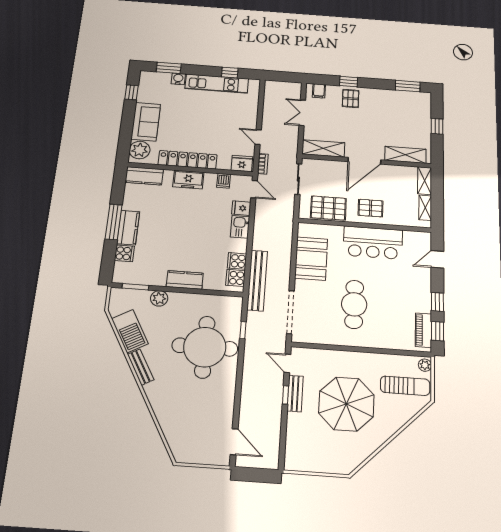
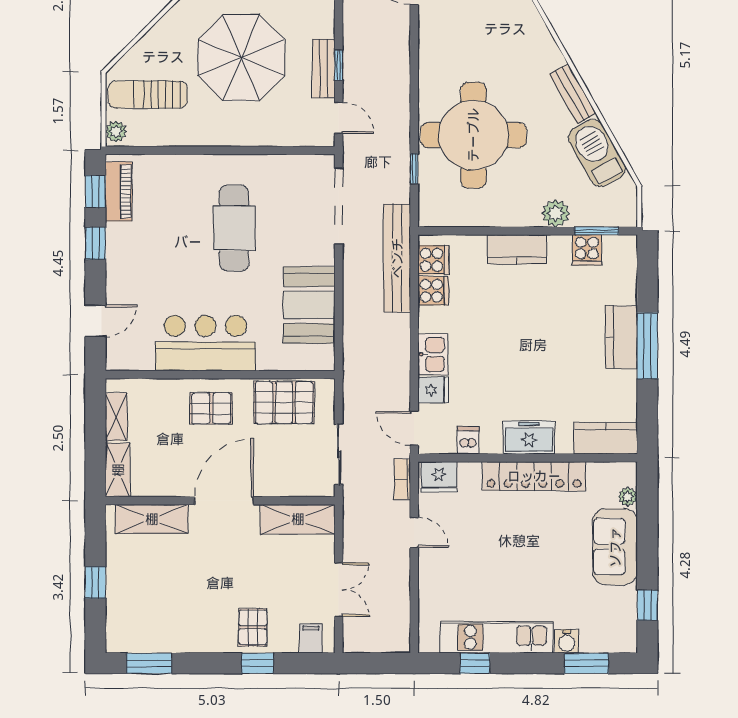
plant: (140, 150) -> (628, 497), width x0.53, depth x0.53
cooker: (124, 253) -> (587, 250), moved, turned -90

